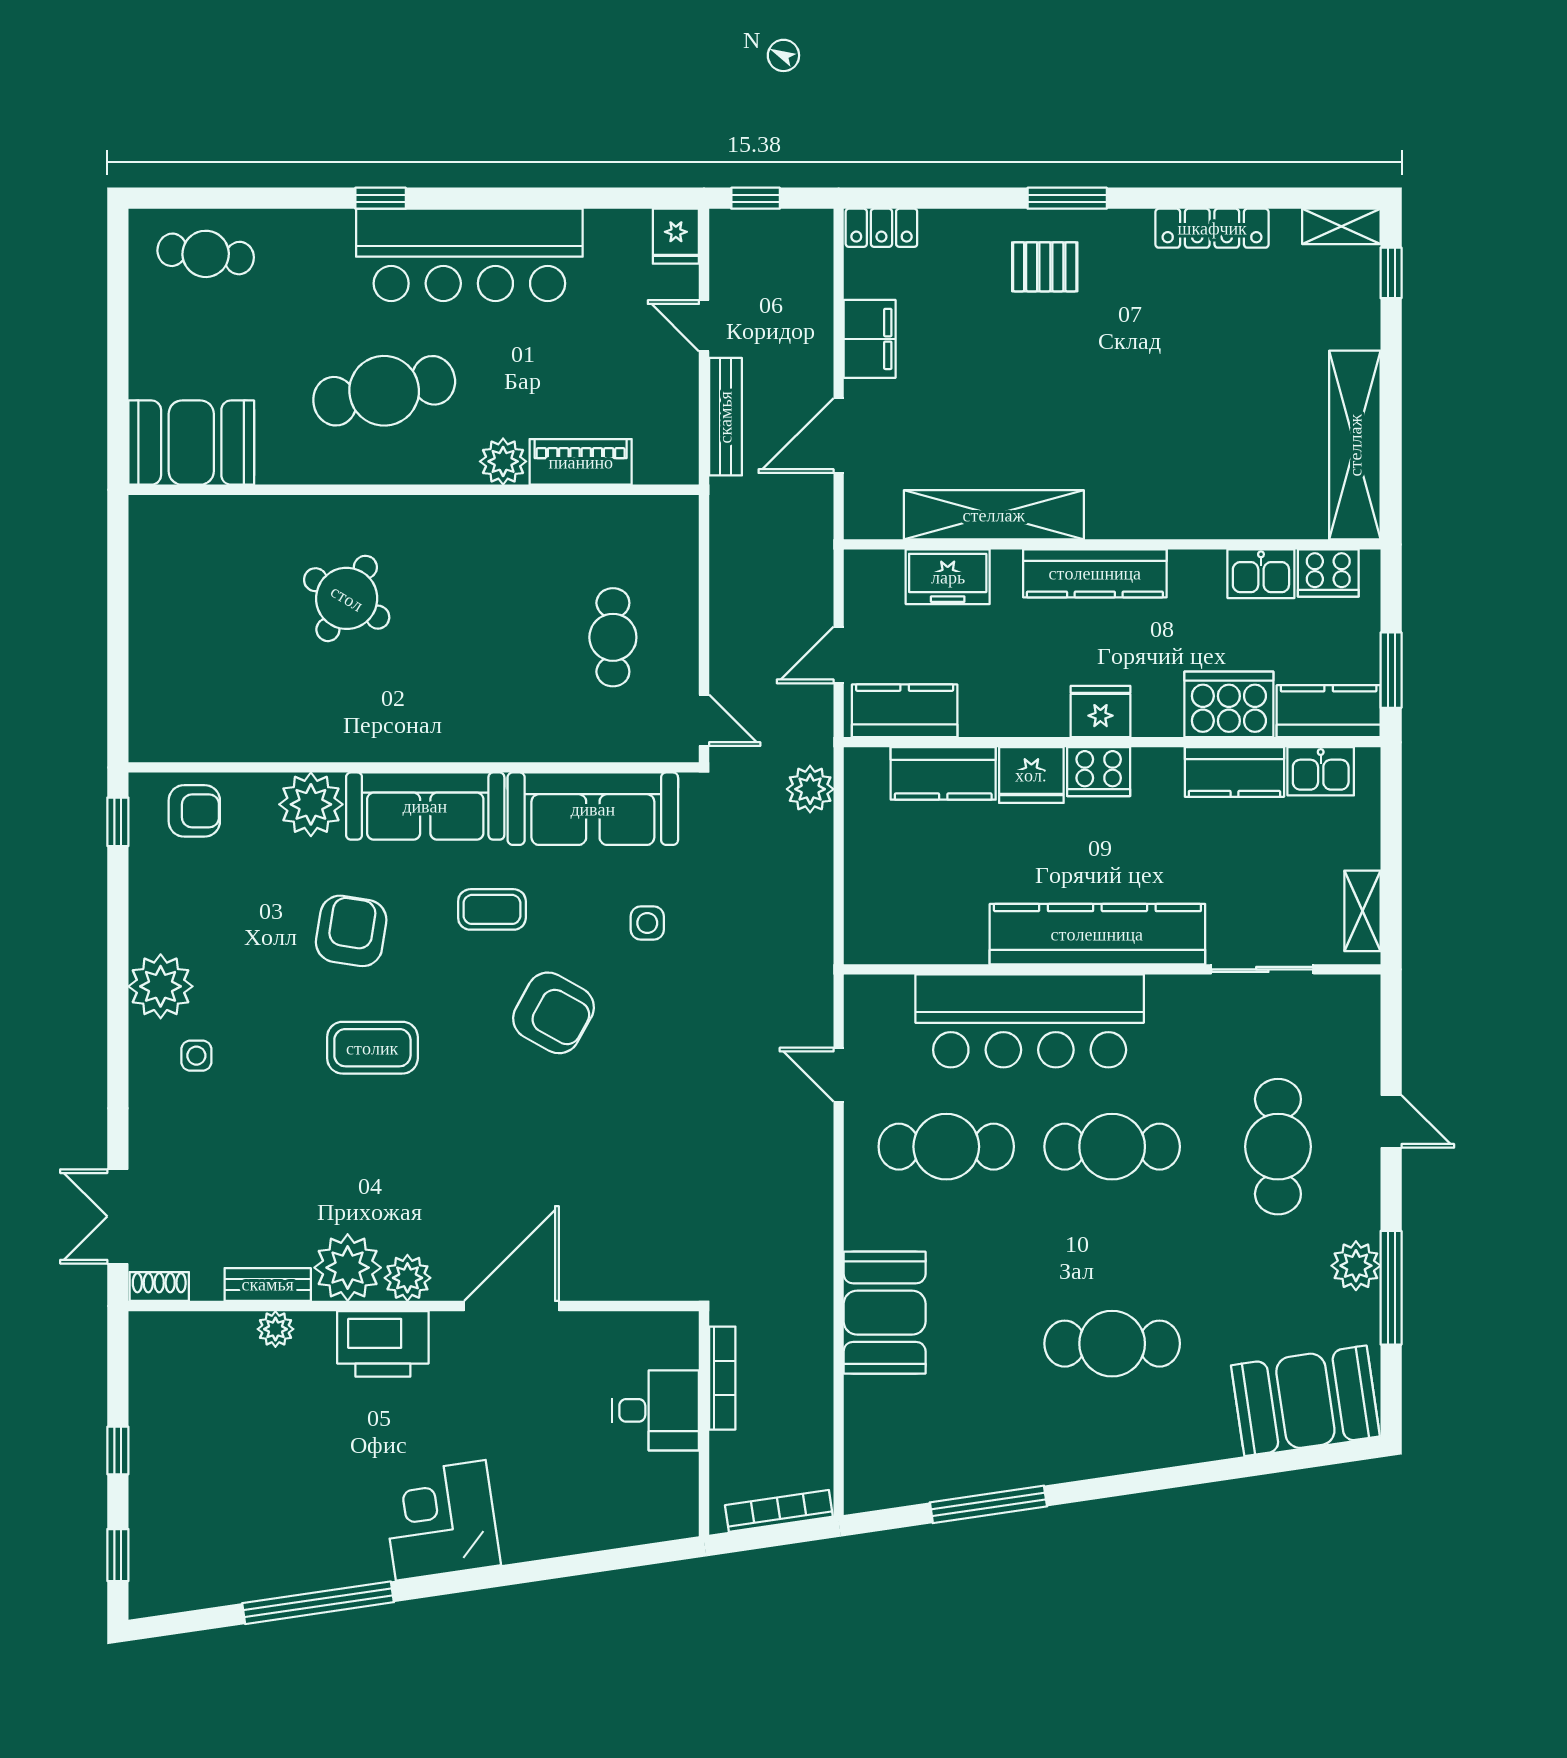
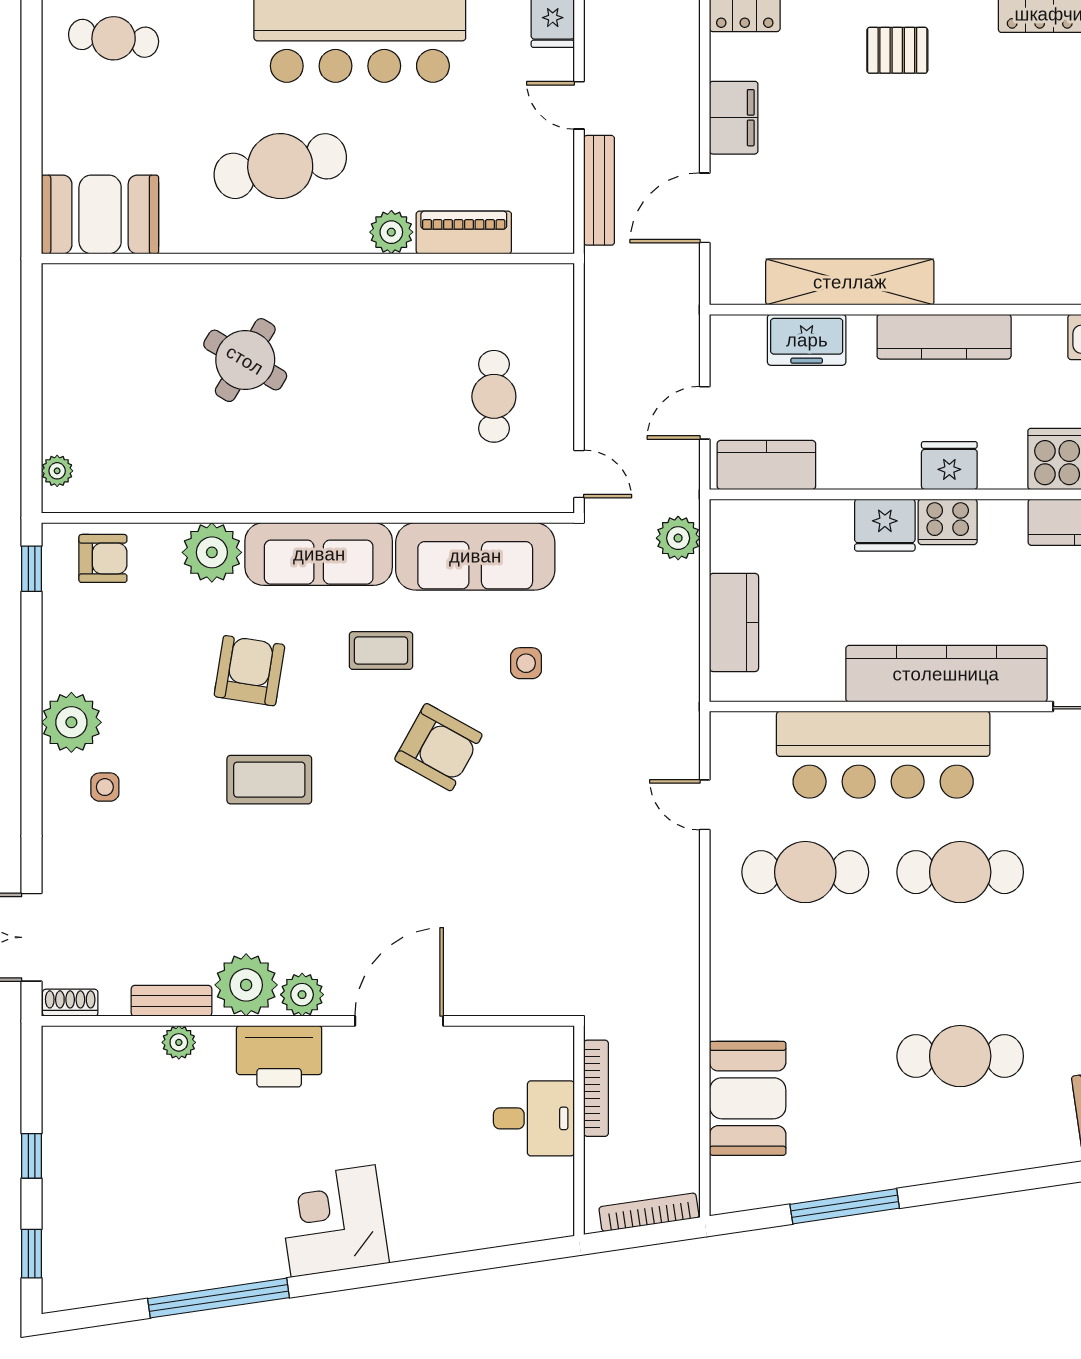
plant: (145, 717) -> (57, 471), added
kitchen counter: (943, 773) -> (734, 622), moved, turned -90
booth: (885, 1313) -> (748, 1098), moved

